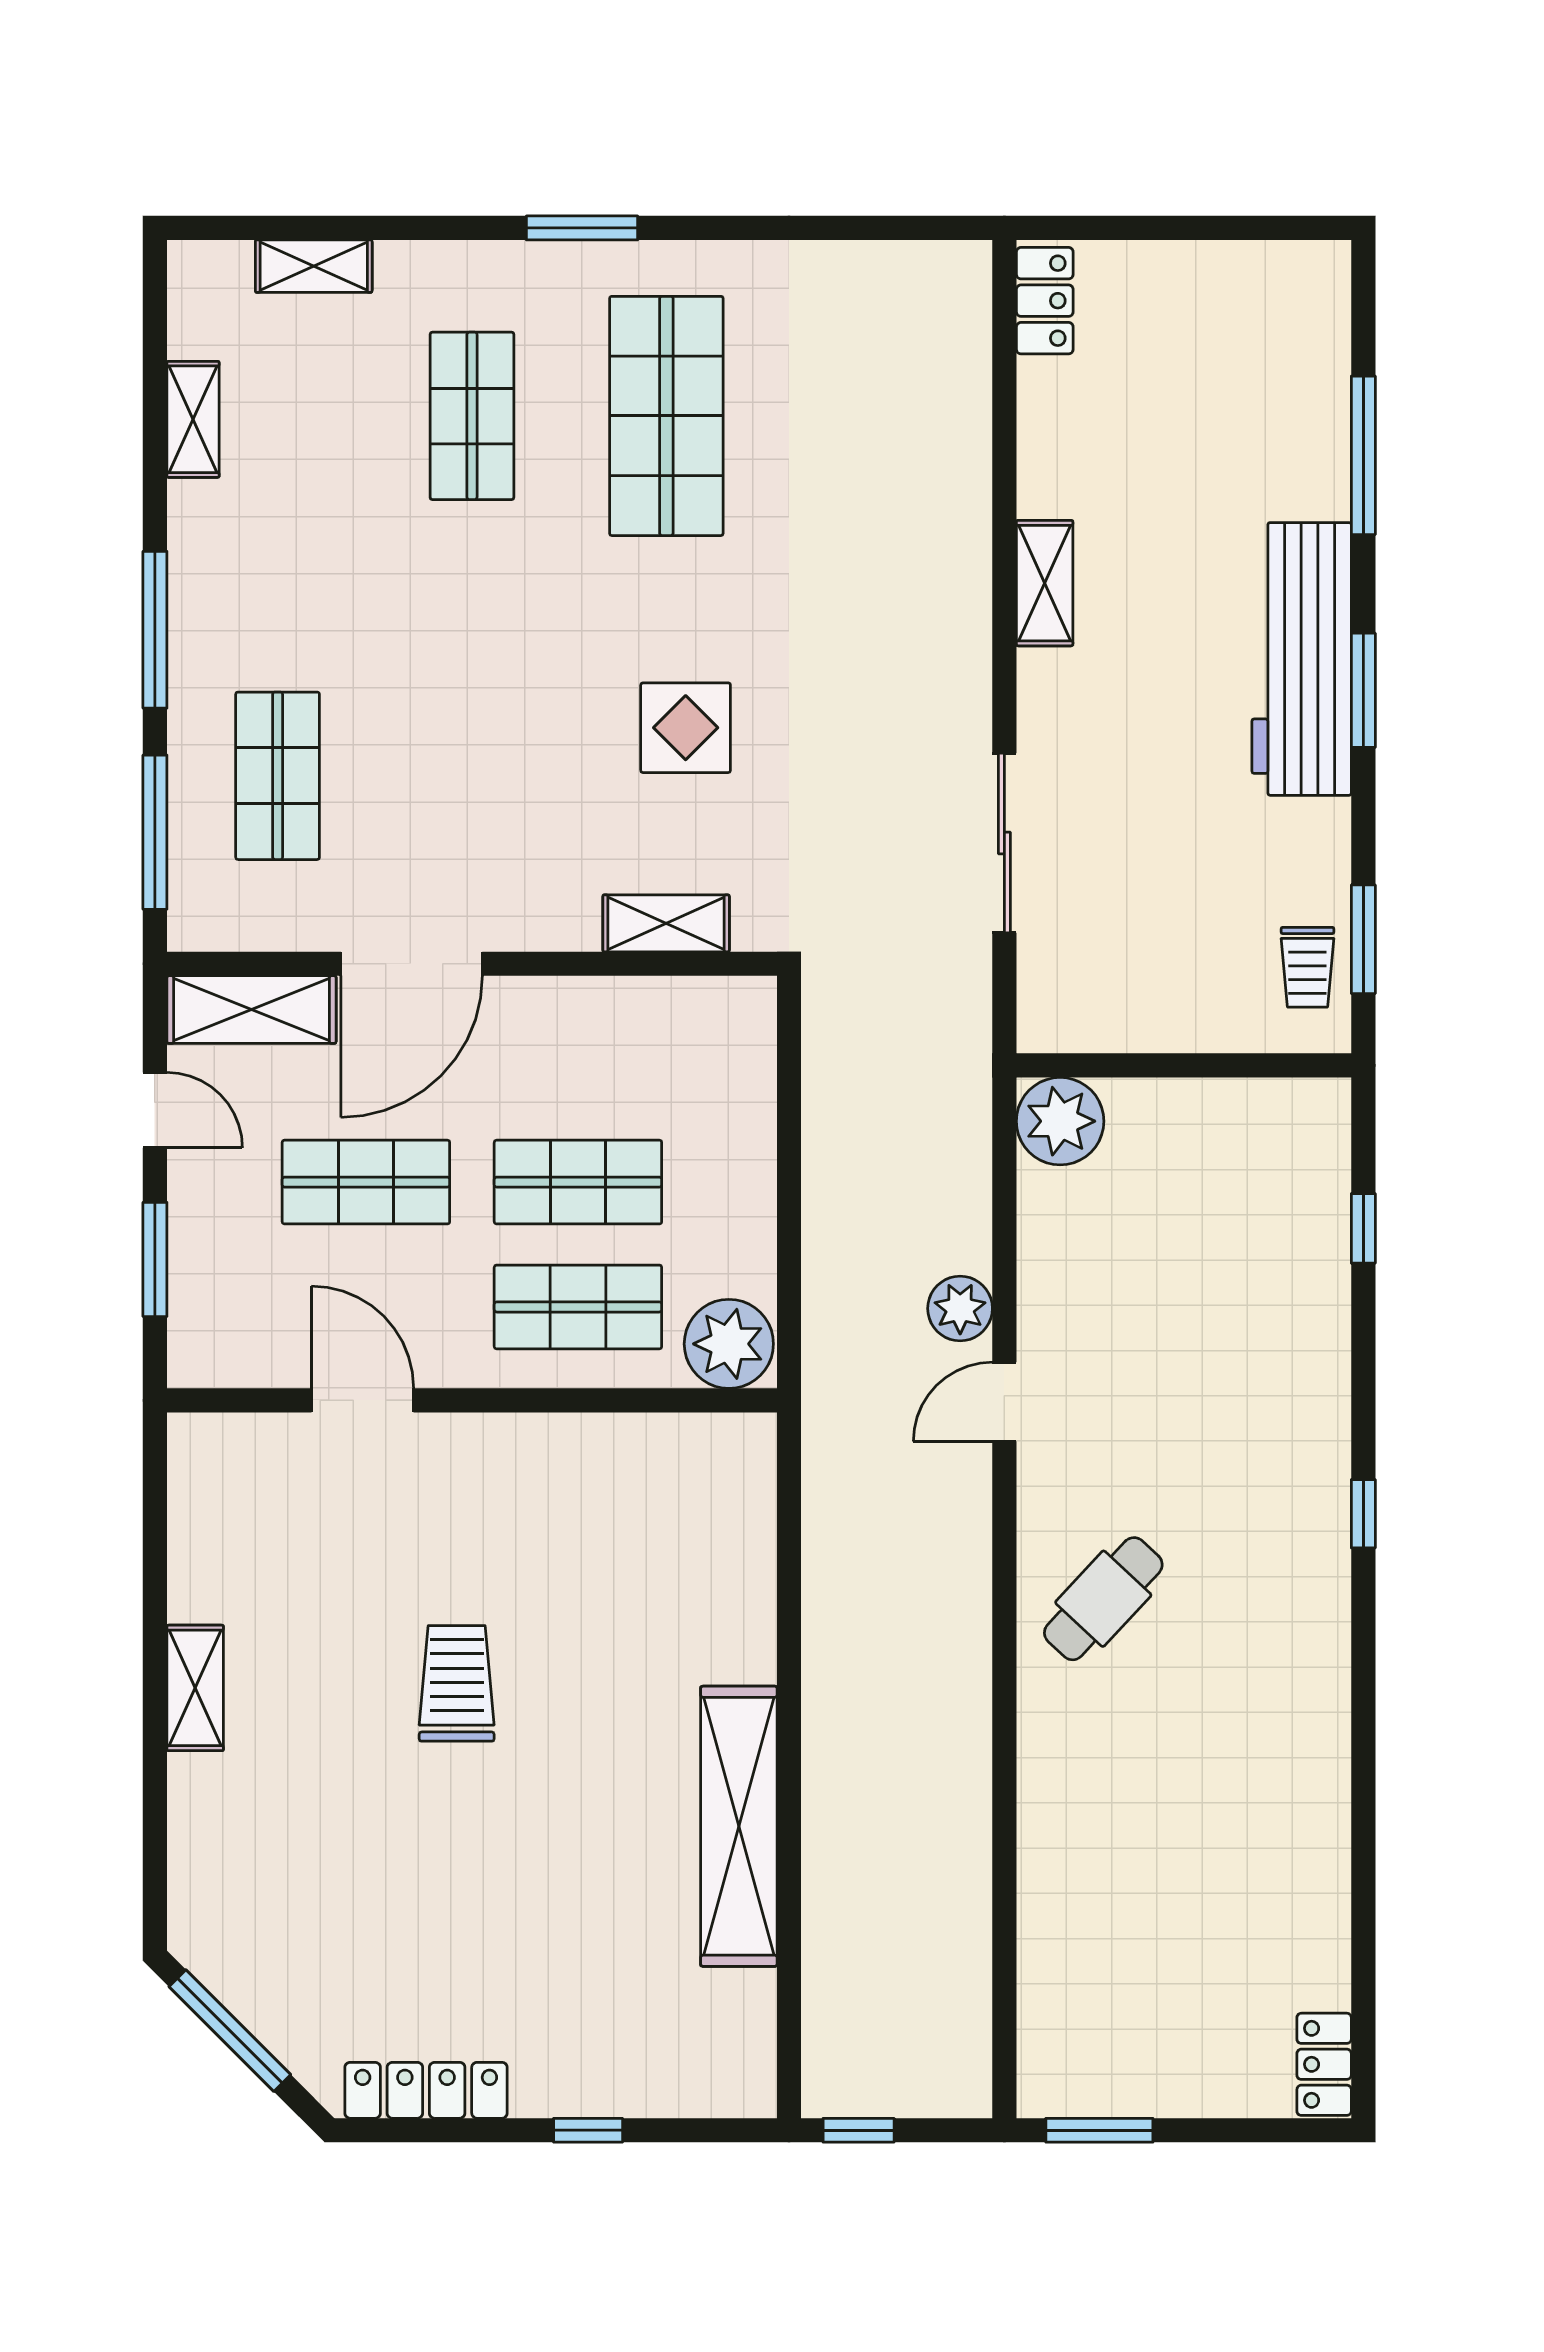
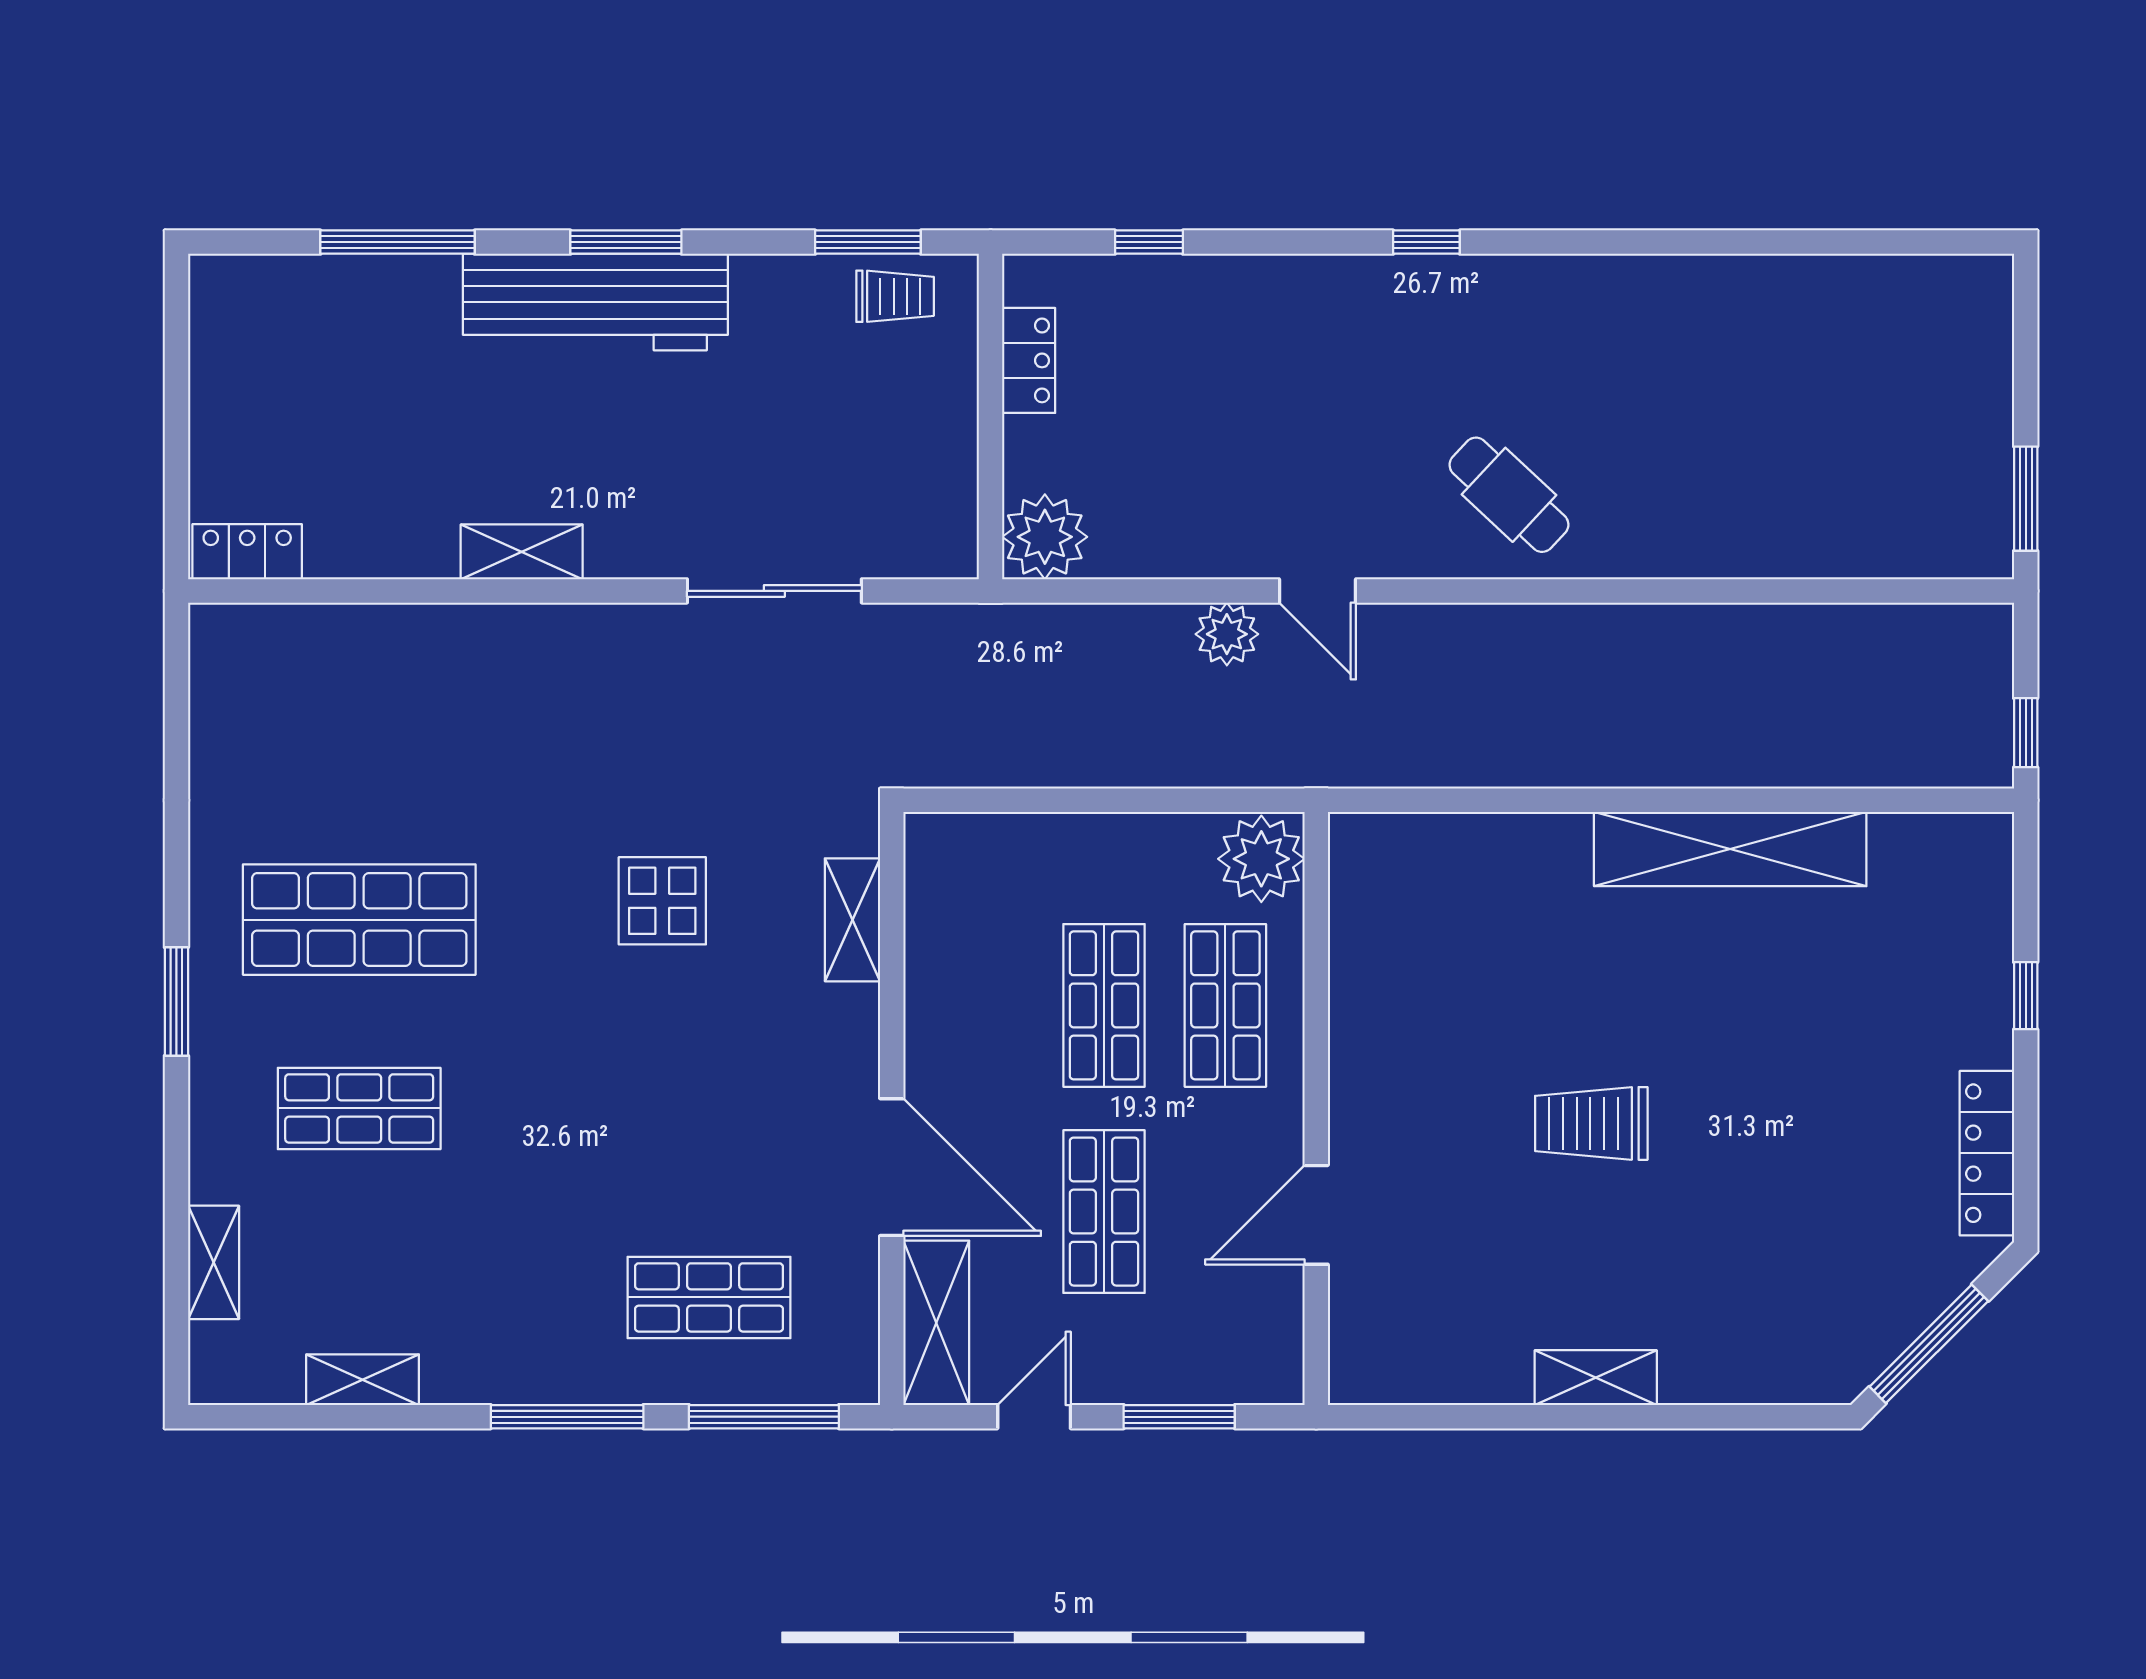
locker: (1324, 2064) -> (1029, 360), moved, turned -90

